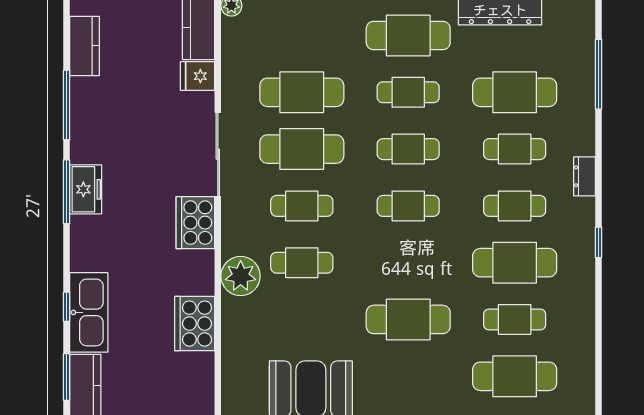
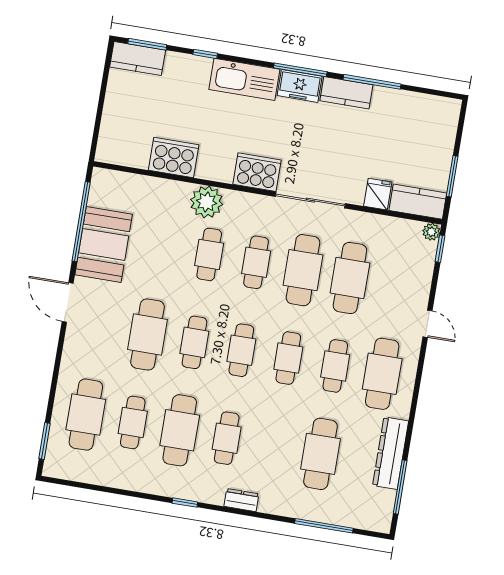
kitchen counter: (84, 46) -> (346, 93), moved
cafe table: (515, 149) -> (194, 342), moved
kitchen sink: (89, 312) -> (244, 79), moved

